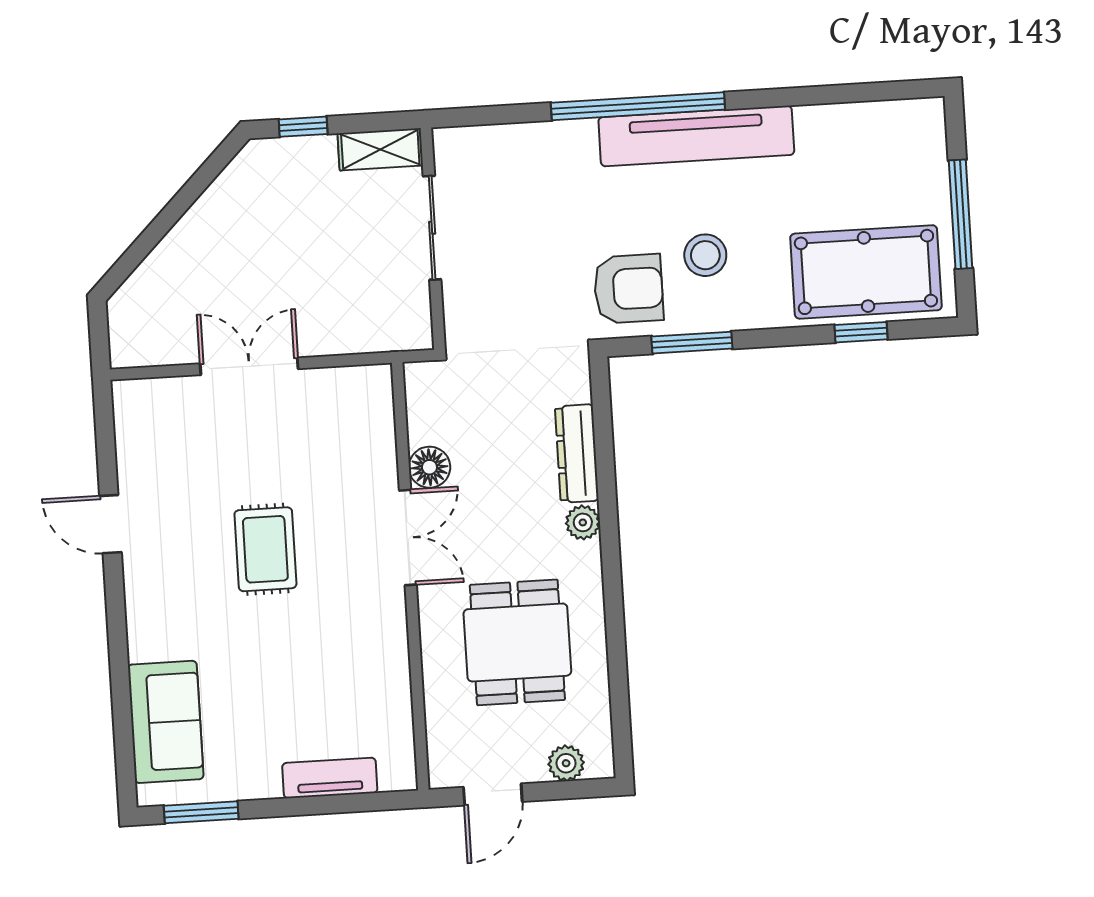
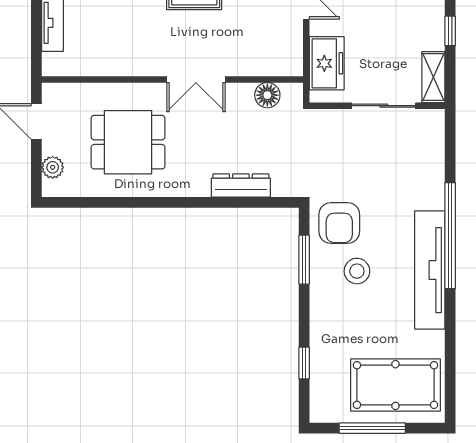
pool table: (866, 272) -> (395, 385), moved, turned 90
freezer: (369, 325) -> (327, 63), added
floor lamp: (429, 467) -> (267, 95), moved
plant: (583, 522) -> (199, 186), removed

